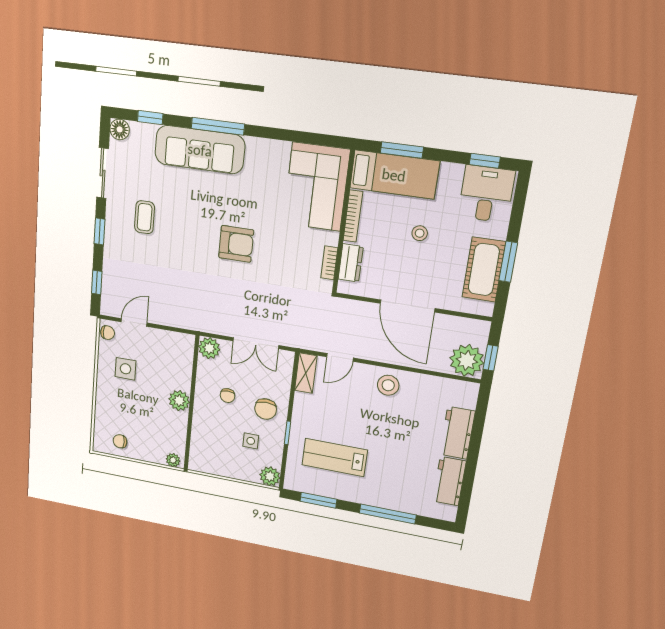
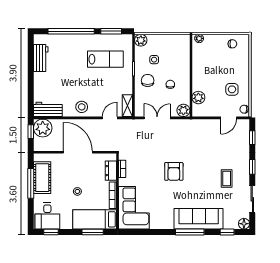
armchair: (236, 244) -> (174, 171), turned -90
window: (508, 262) -> (31, 183), width x1.44
plant: (179, 401) -> (198, 98), moved
workbench: (457, 433) -> (48, 109), moved, turned -90
window: (388, 514) -> (71, 31), width x1.46

